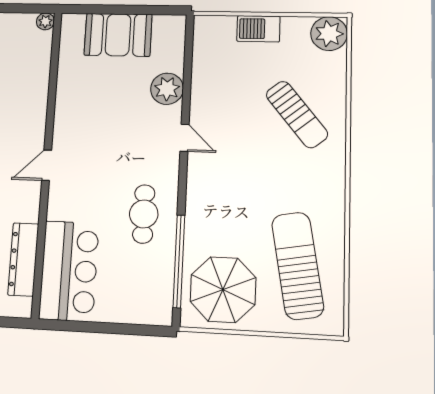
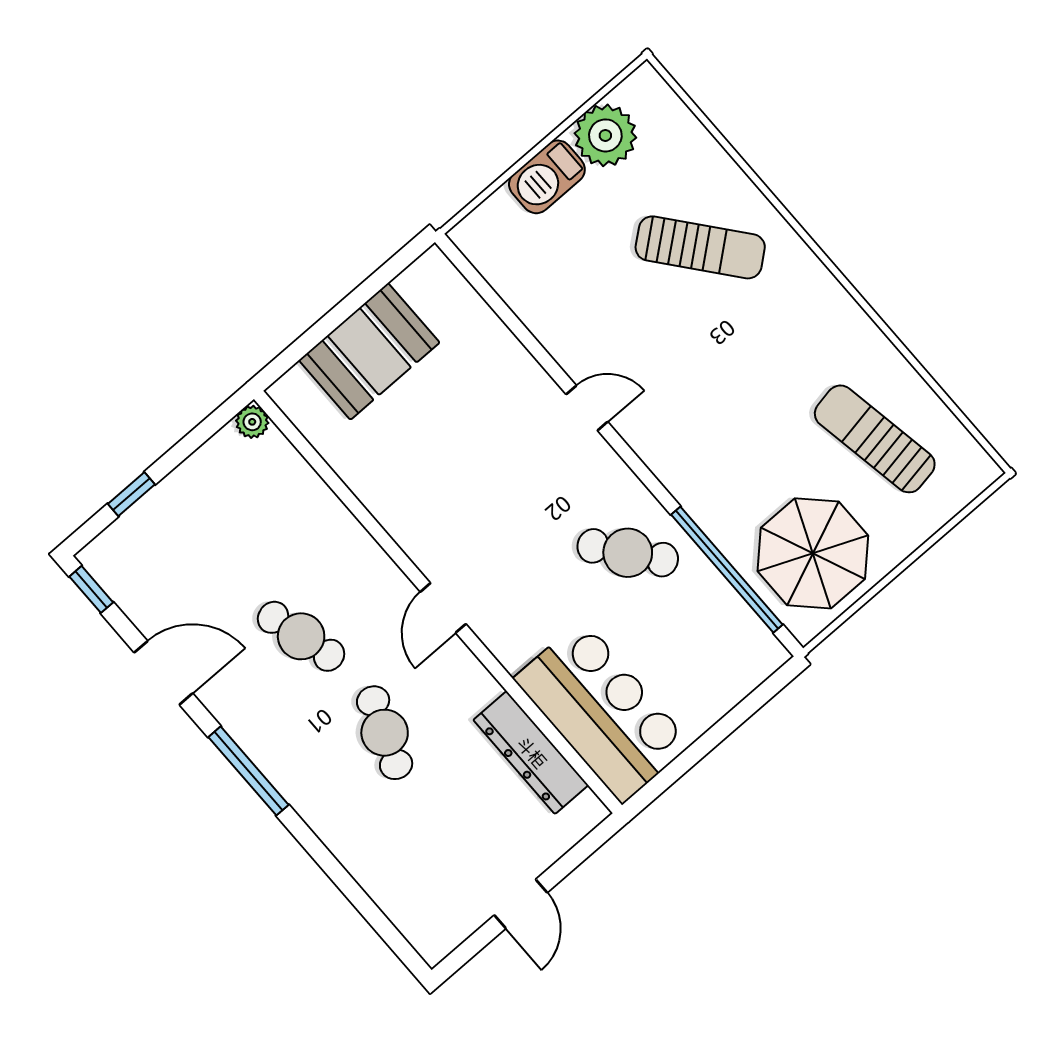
plant: (329, 34) -> (605, 135), moved
plant: (167, 89) -> (503, 365), removed
cafe table: (144, 214) -> (628, 553), turned -38
sun lounger: (298, 266) -> (875, 439), width x0.73, depth x0.75

